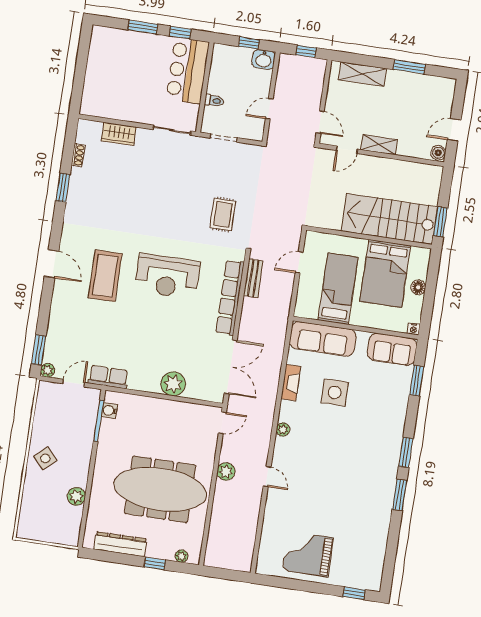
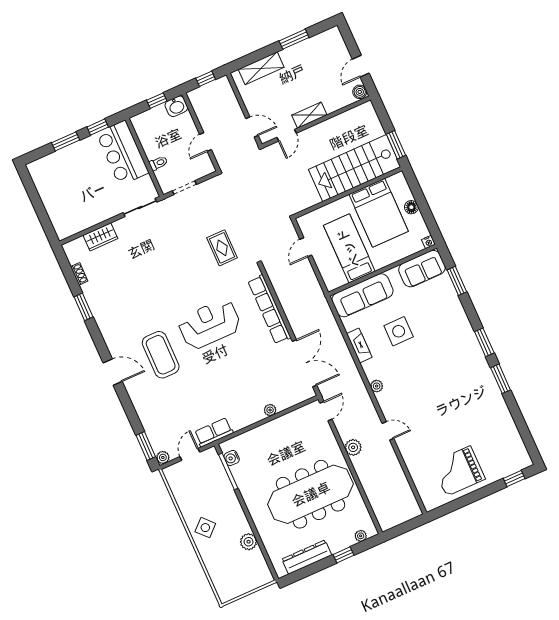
reception desk: (167, 276) -> (209, 324), turned 180
bench: (253, 278) -> (278, 283), removed
plant: (173, 384) -> (270, 410), width x0.53, depth x0.53

